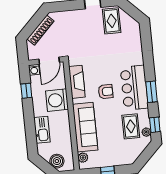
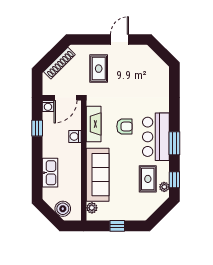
rug: (112, 21) -> (99, 69), moved
armchair: (106, 92) -> (124, 126), moved
washing machine: (57, 100) -> (75, 136), width x0.53, depth x0.53

